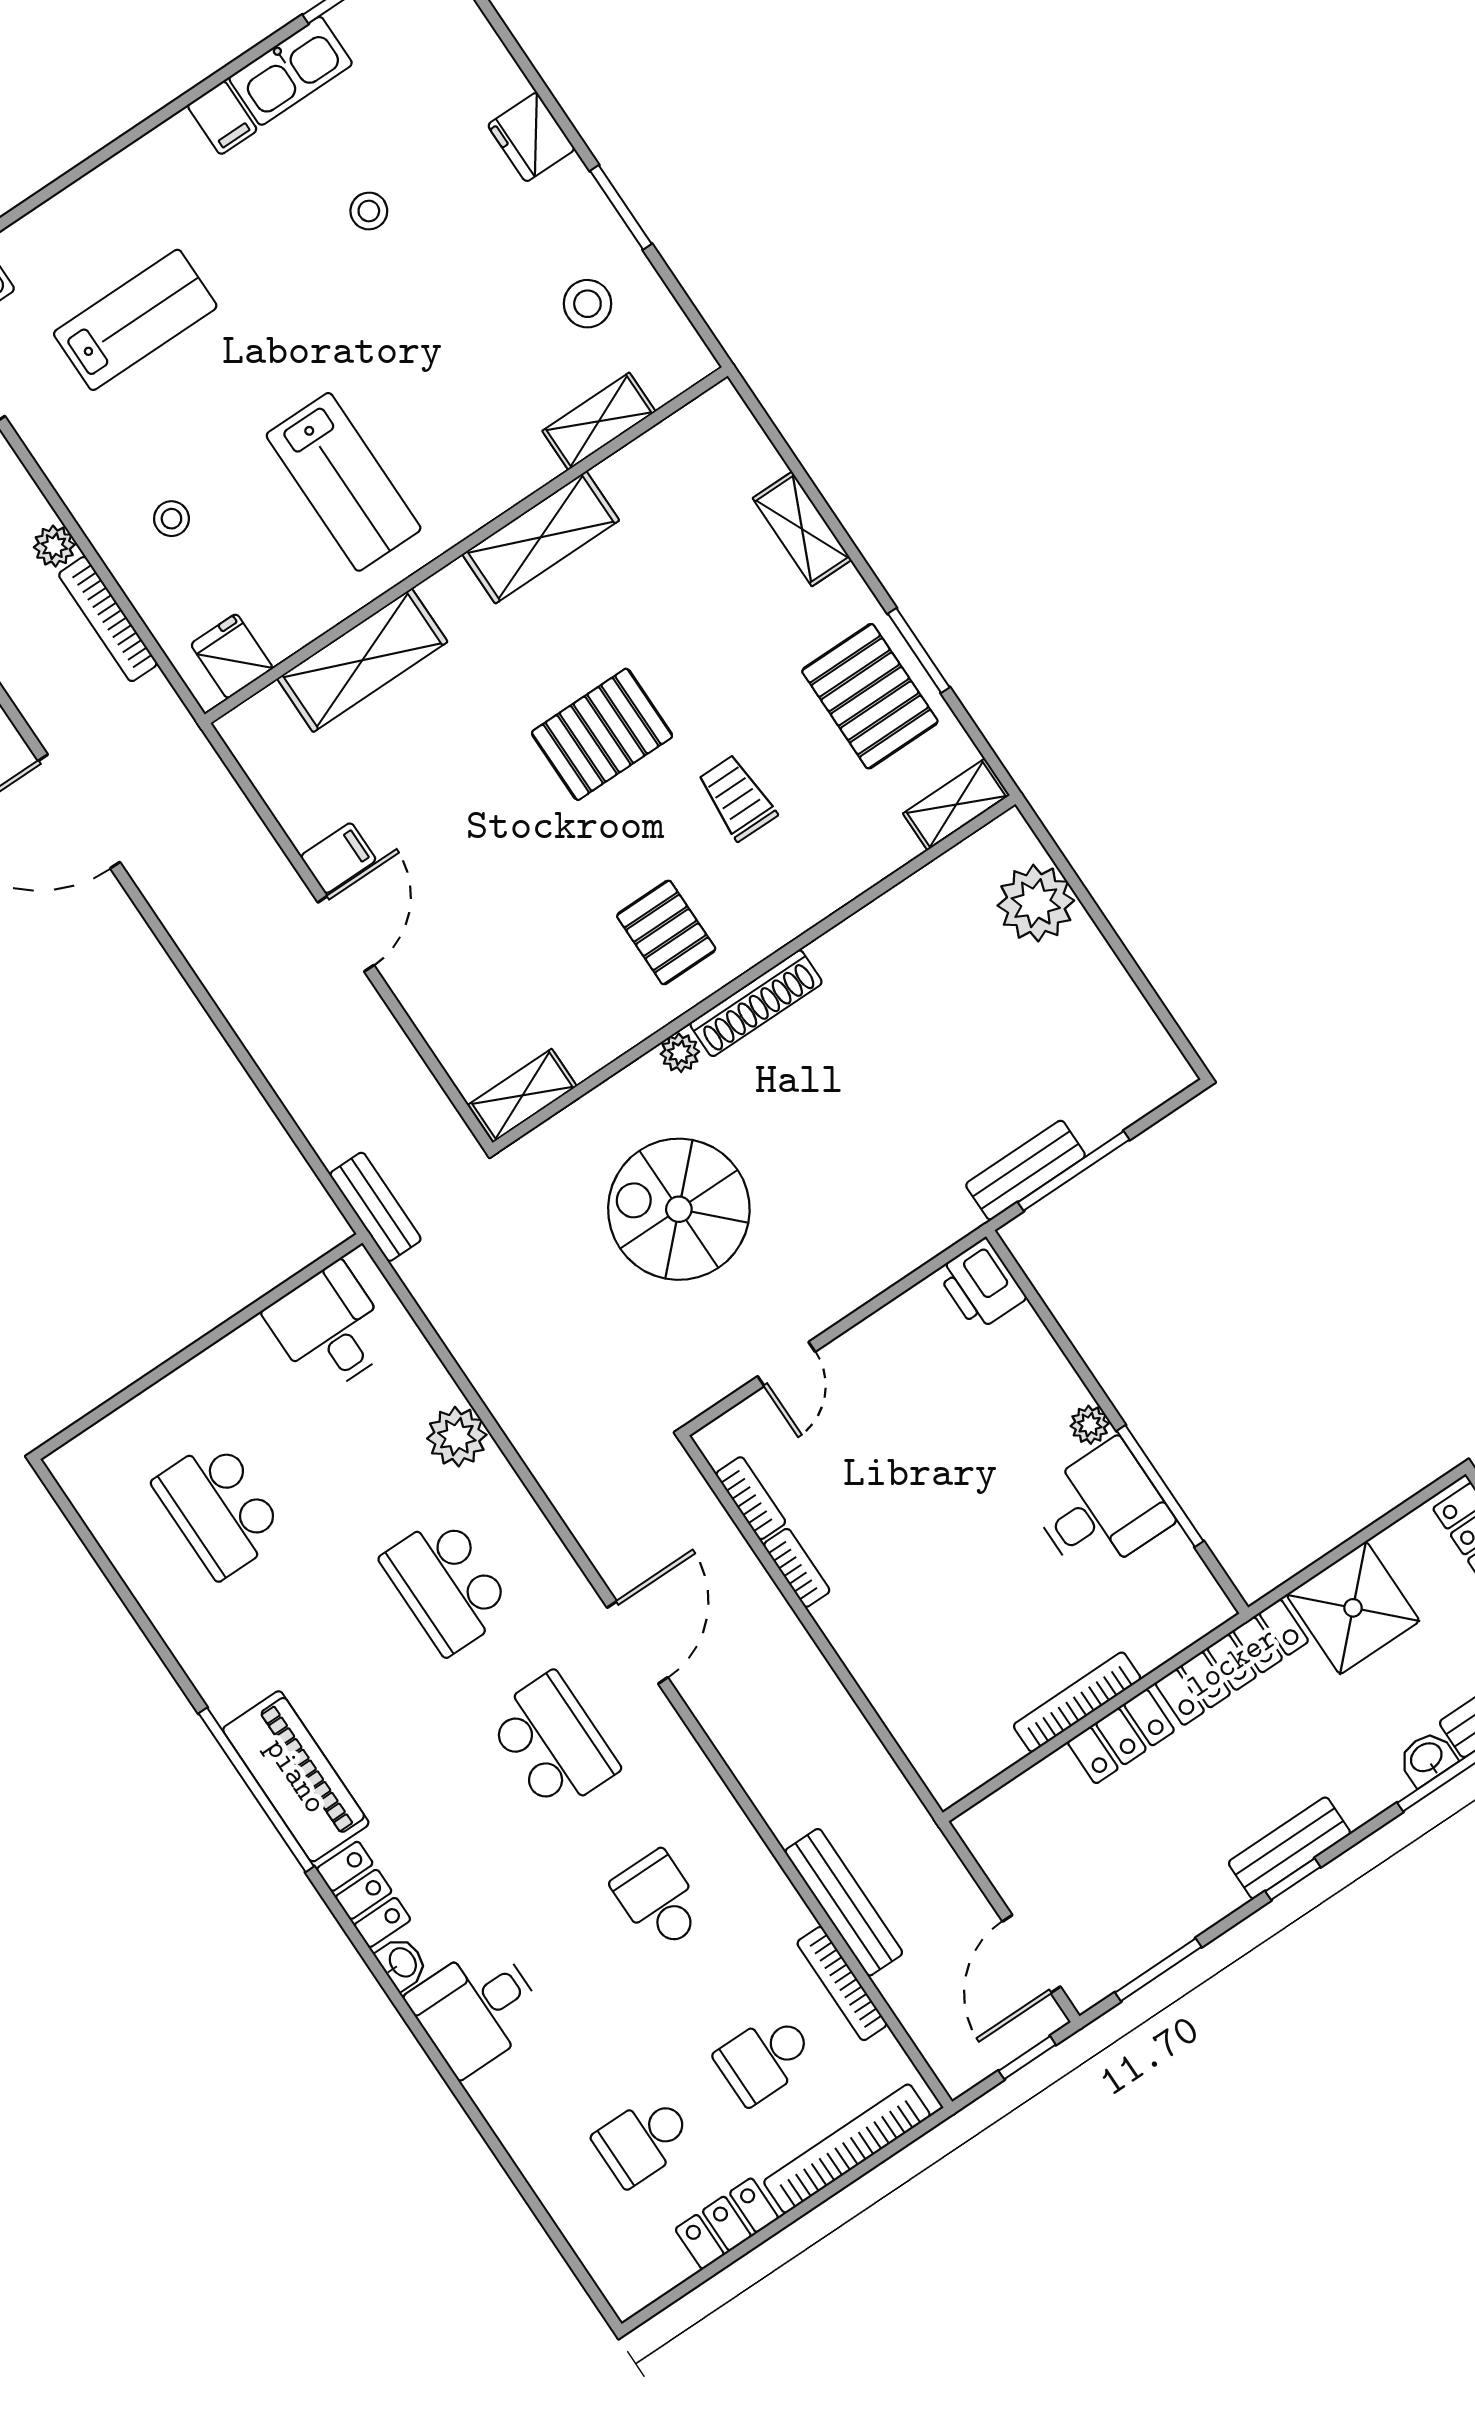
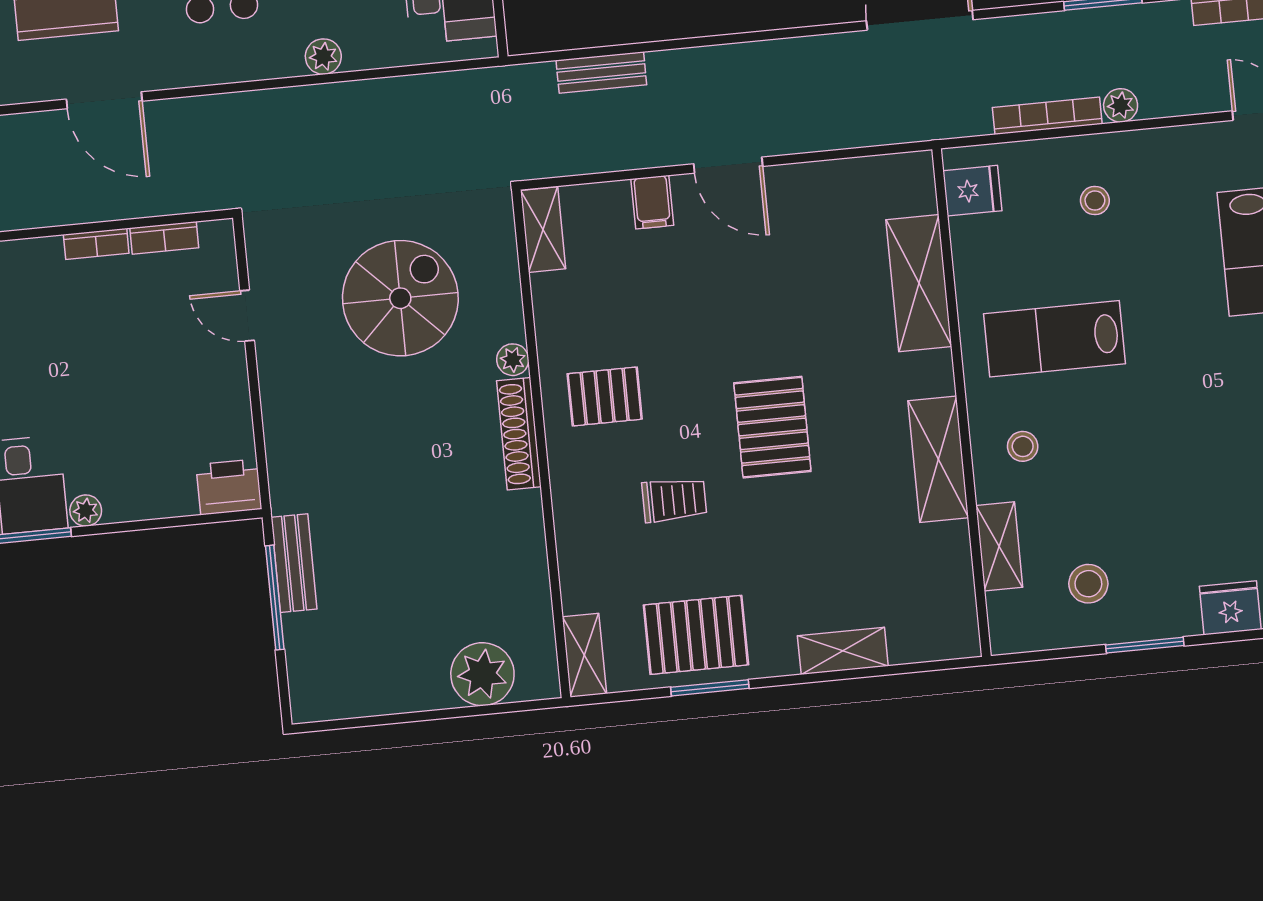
stool: (369, 211) -> (1023, 446), moved
filing cabinet: (338, 858) -> (652, 202), moved
bench: (375, 1207) -> (601, 72), moved
plant: (457, 1437) -> (323, 57), width x0.73, depth x0.73

